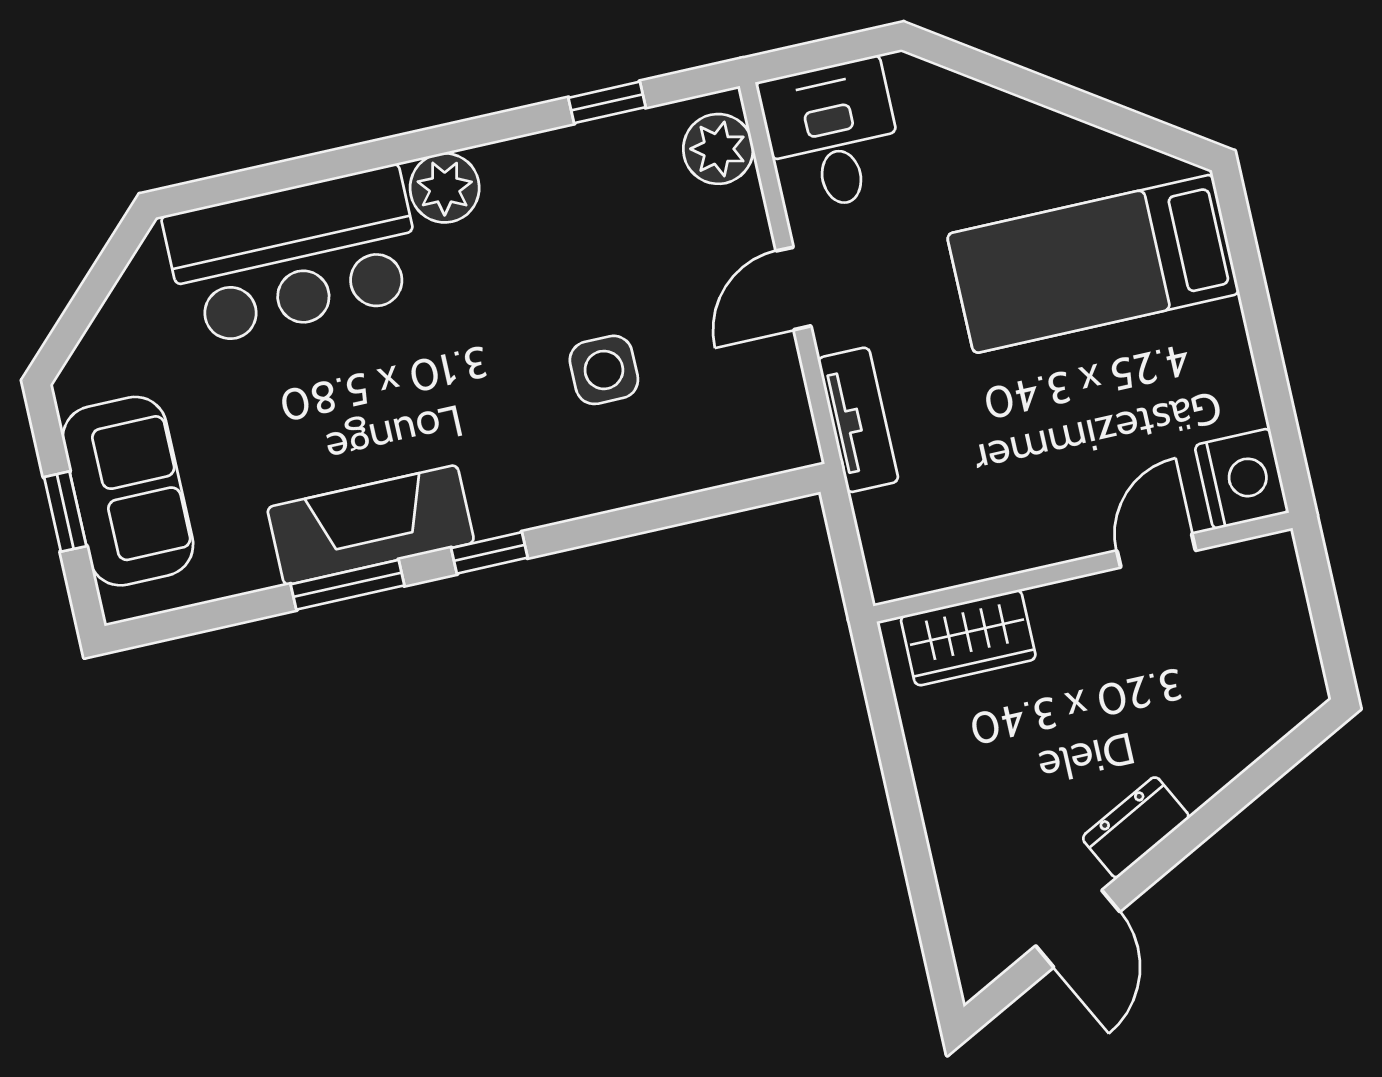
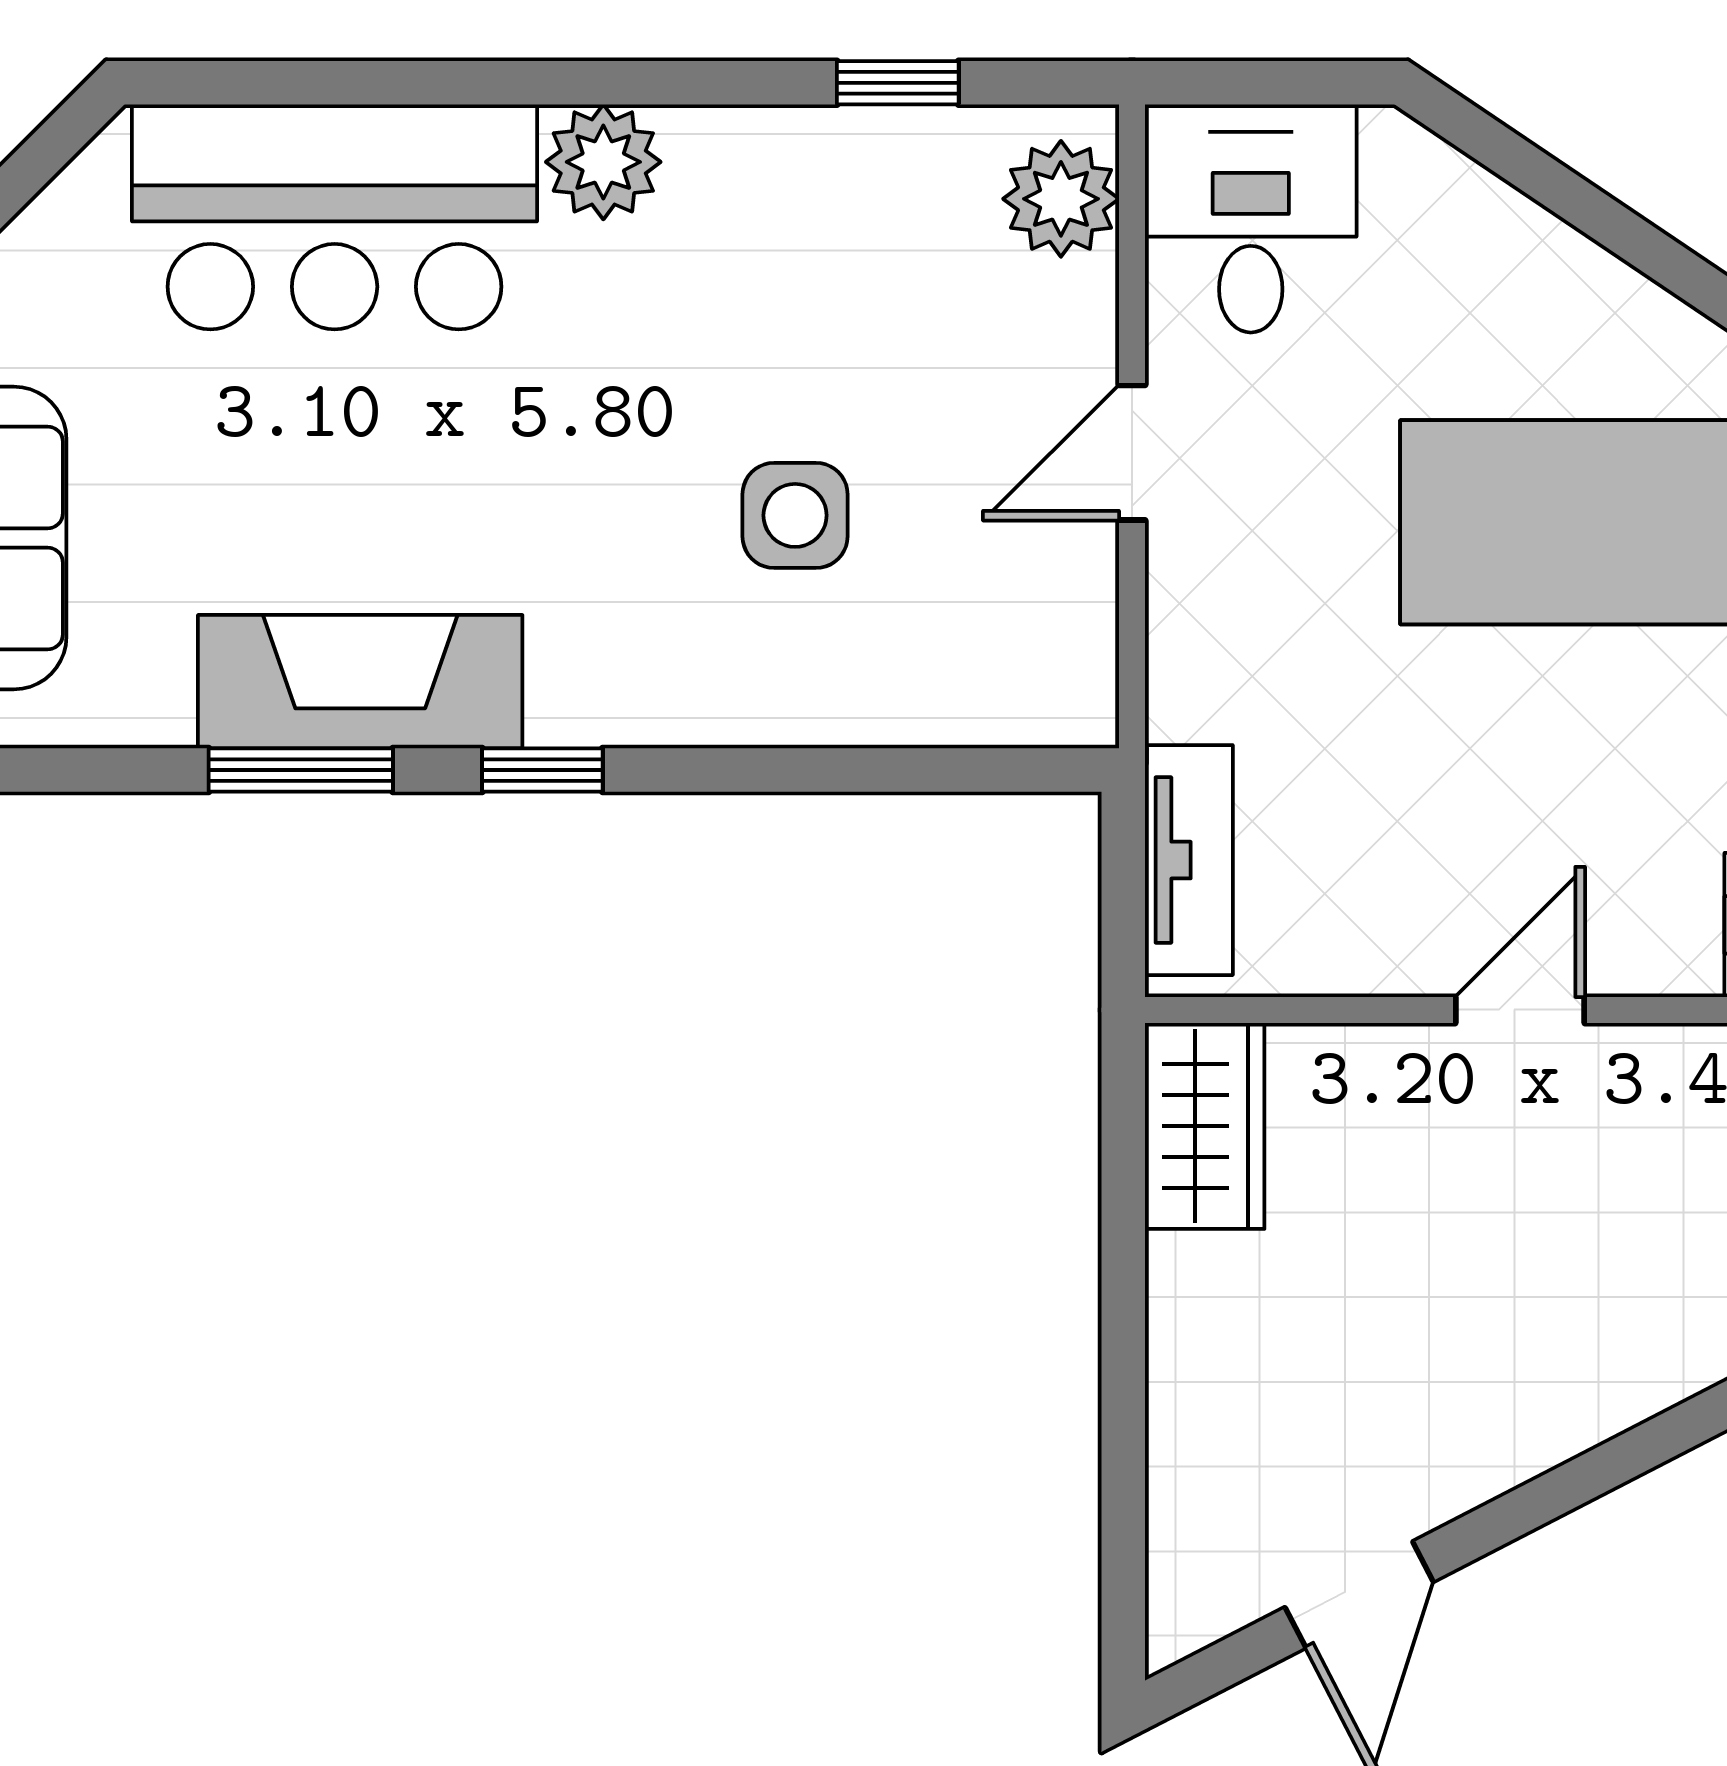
tv unit: (858, 420) -> (1189, 860), moved
door: (1156, 551) -> (1520, 1010), moved
wardrobe: (968, 638) -> (1205, 1126), moved, turned -90
dresser: (1136, 827) -> (1490, 1451), removed

